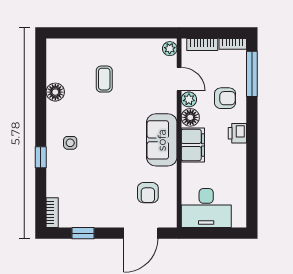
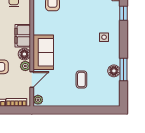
door: (179, 79) -> (32, 79), swing flipped
window: (41, 94) -> (124, 70), added
sofa: (162, 140) -> (43, 52), moved
window: (41, 157) -> (124, 13), moved

